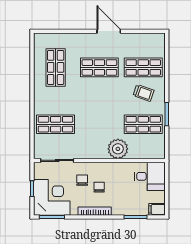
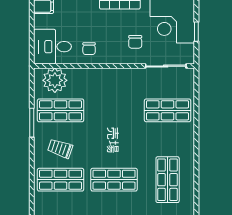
plant: (118, 149) -> (55, 80), moved
chair: (99, 187) -> (89, 49), moved

